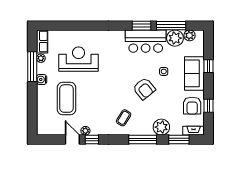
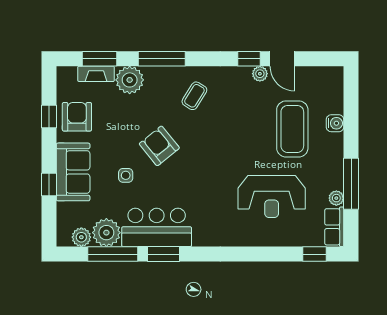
window: (54, 26) -> (315, 254), added
water cooler: (42, 79) -> (335, 123), moved
fireplace: (194, 131) -> (96, 74), moved

